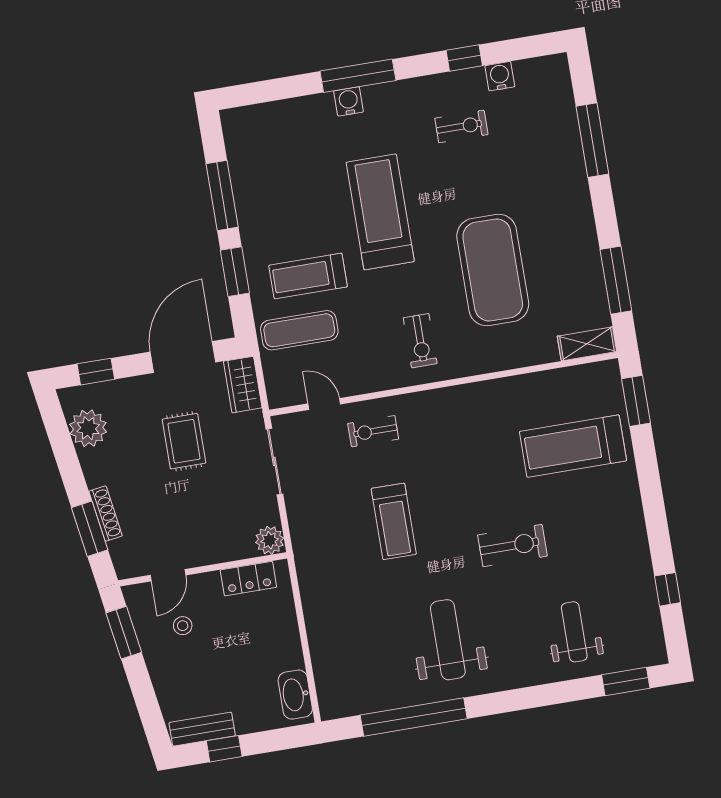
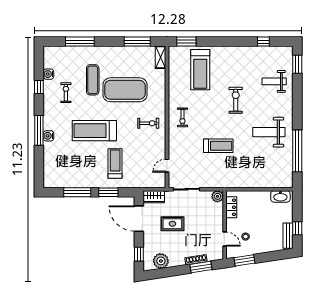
treadmill: (308, 276) -> (115, 163), turned 180
exercise mat: (299, 330) -> (93, 80), moved
exercise bike: (373, 431) -> (182, 117), moved

